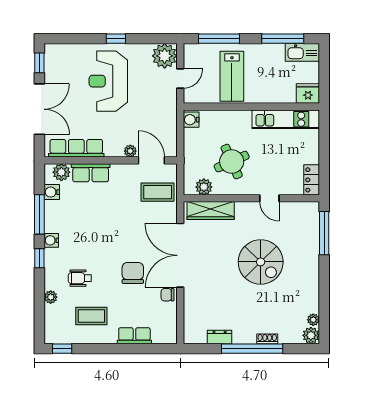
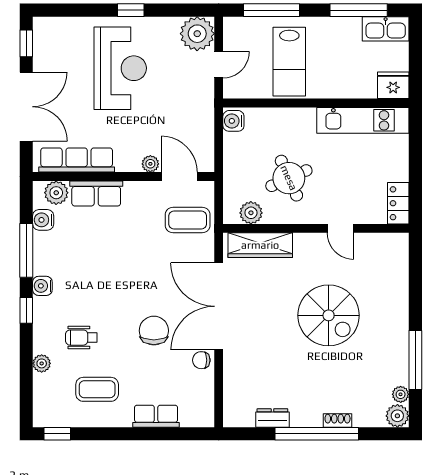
reception desk: (108, 81) -> (120, 68), turned 180
window: (324, 233) -> (415, 360), moved

